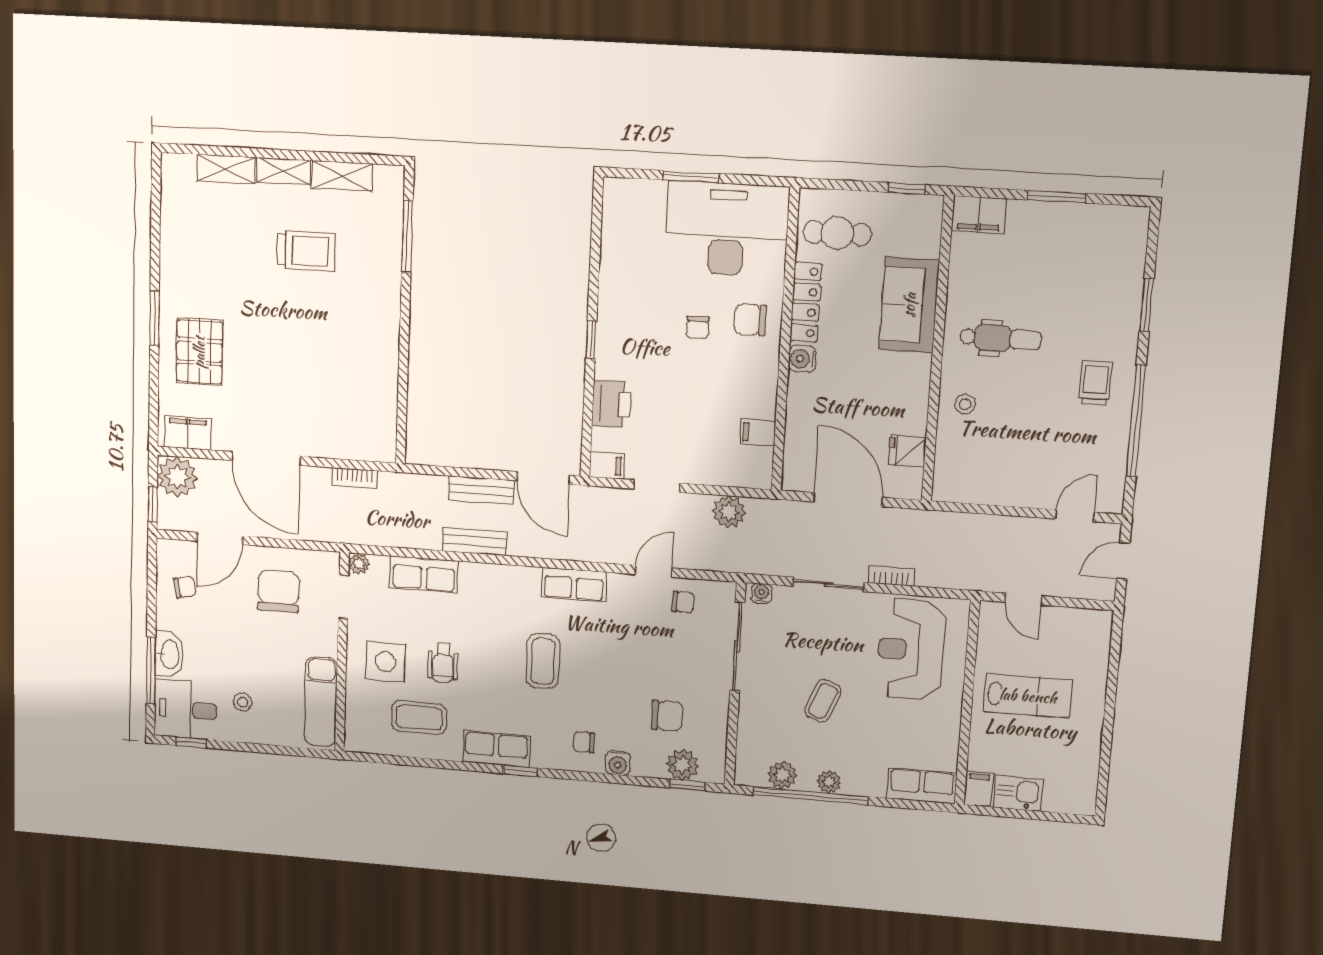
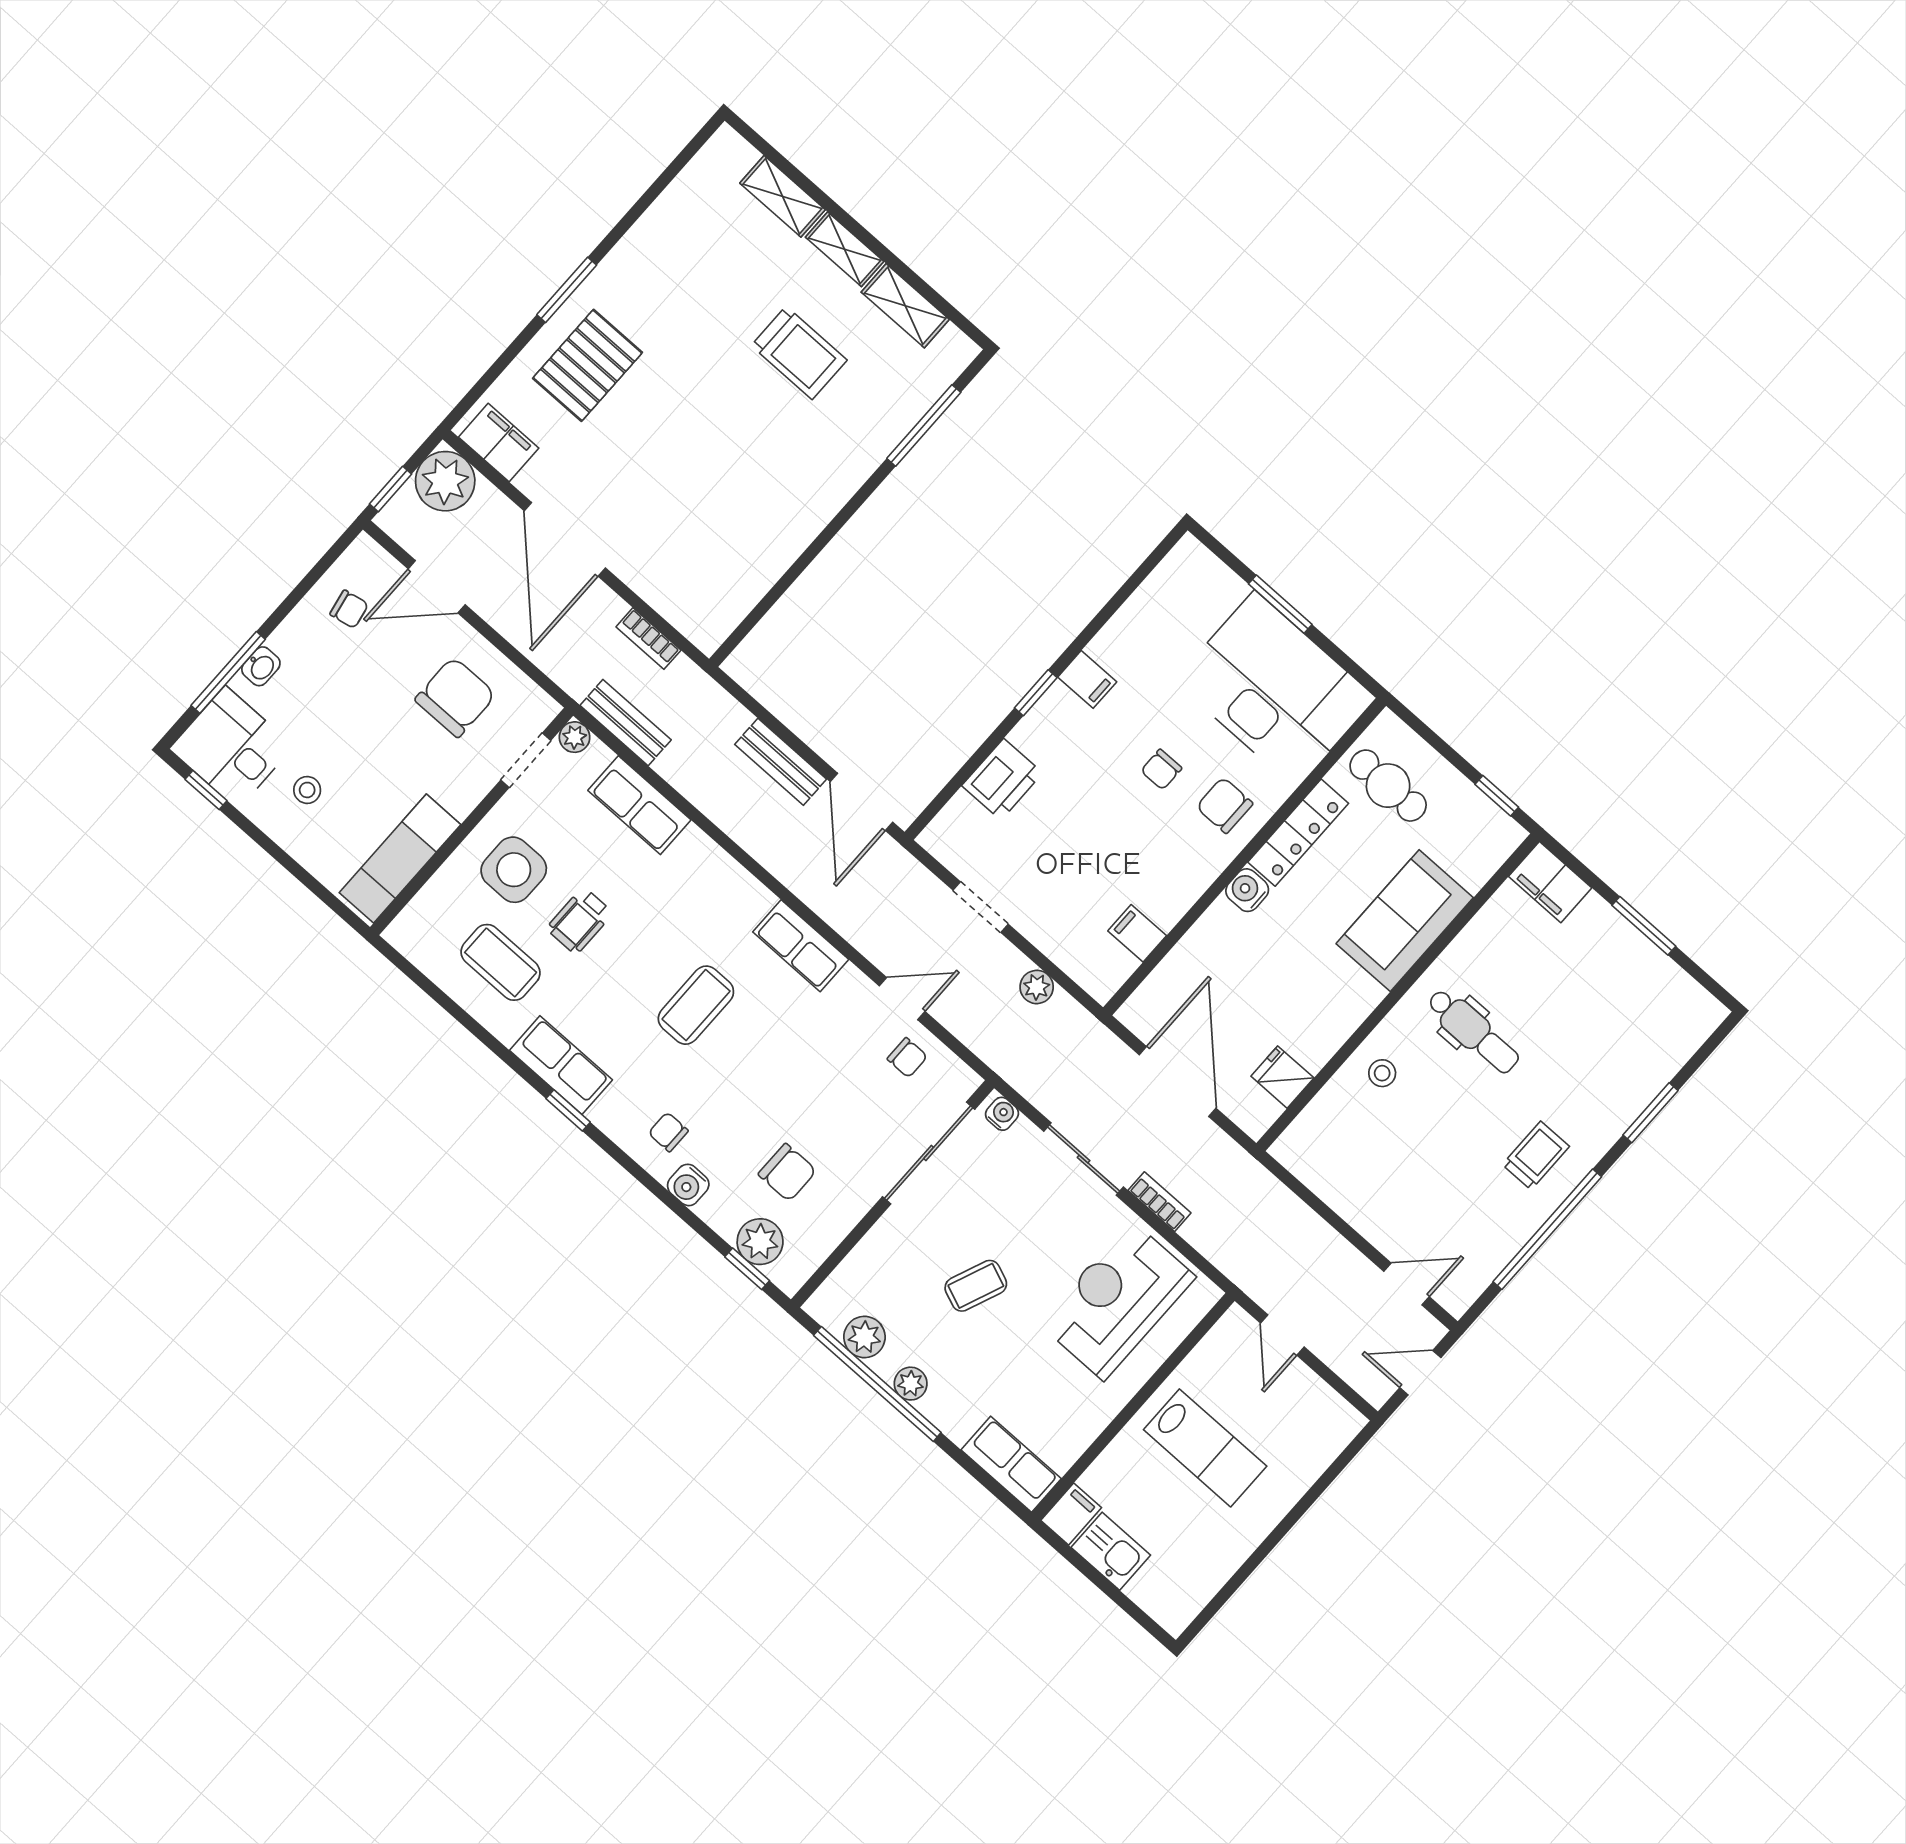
filing cabinet: (607, 466) -> (1087, 679), moved
plant: (729, 512) -> (1037, 987), width x0.73, depth x0.73
bench: (475, 541) -> (626, 723), moved
washbasin: (169, 654) -> (261, 666), width x0.52, depth x0.69

